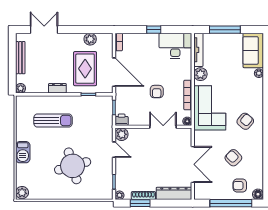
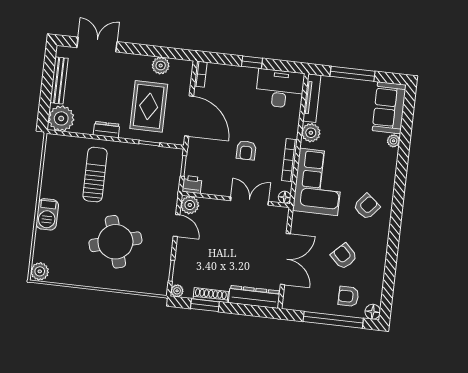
plant: (21, 88) -> (61, 118), width x1.87, depth x1.87
sun lounger: (53, 121) -> (95, 175), turned -90

